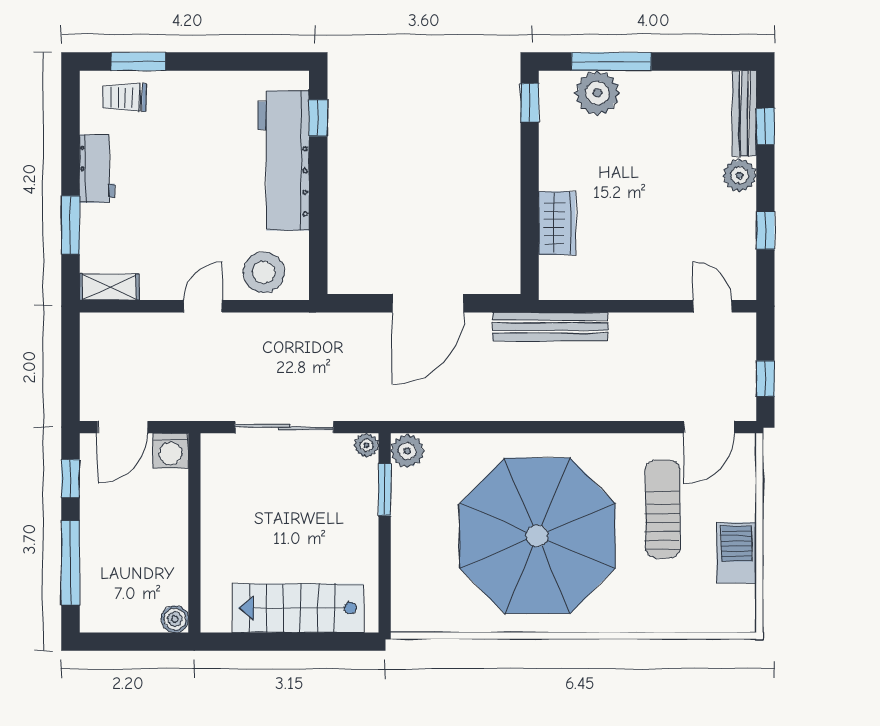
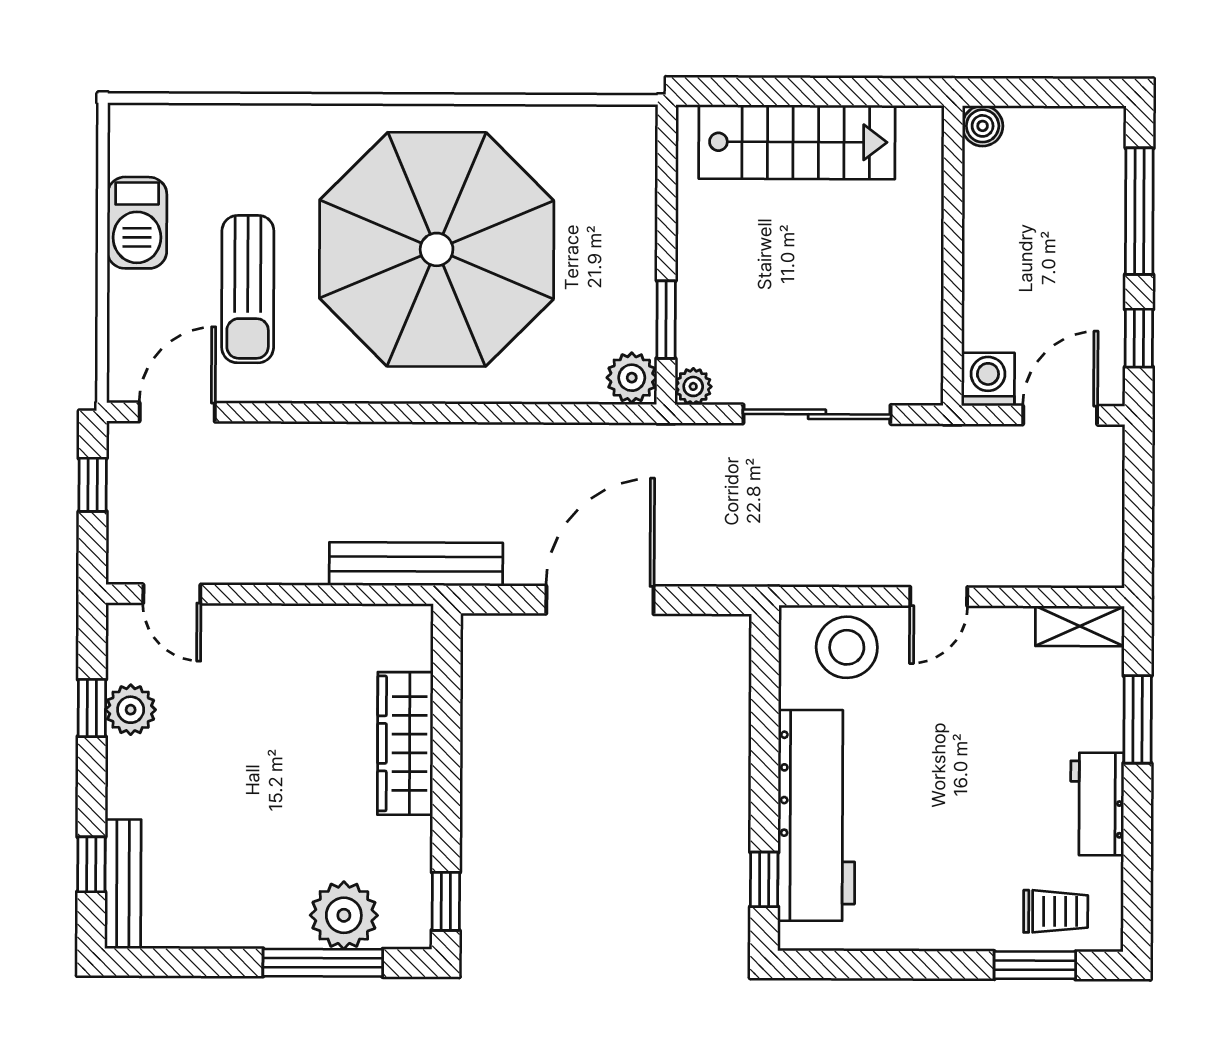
plant: (740, 175) -> (131, 710), moved
wardrobe: (557, 223) -> (405, 743), width x1.50

